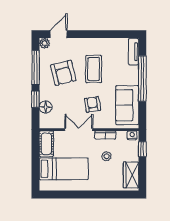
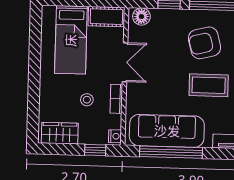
window: (142, 79) -> (171, 152), moved
armchair: (92, 104) -> (159, 82), removed
sofa: (127, 105) -> (167, 131), width x1.36
floor lamp: (46, 107) -> (141, 17), moved

